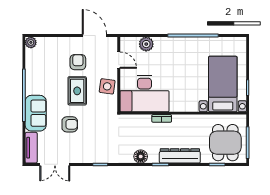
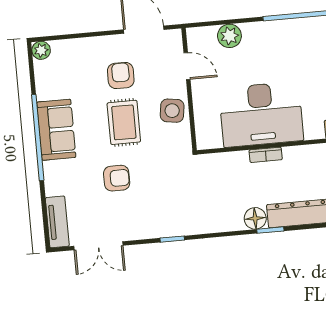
desk: (144, 94) -> (261, 114), moved
sofa: (36, 113) -> (56, 130), moved
floor lamp: (141, 157) -> (255, 218), moved

